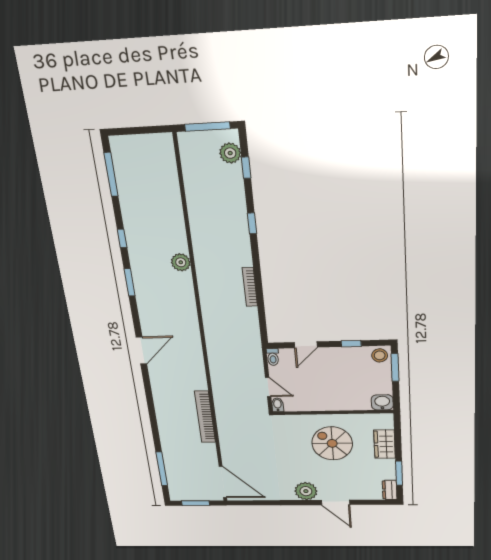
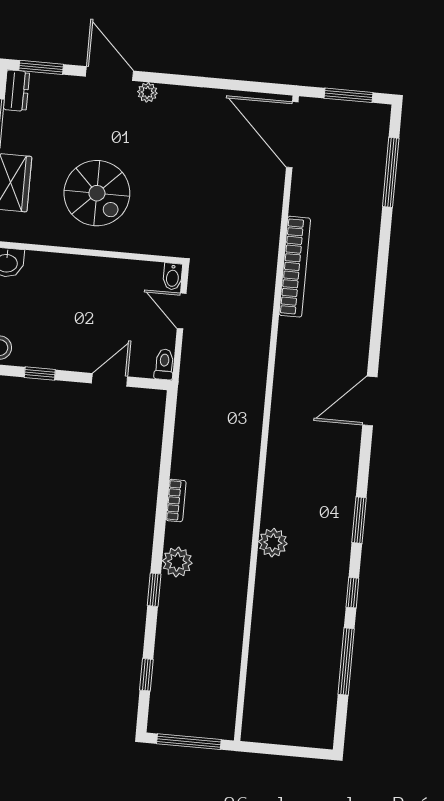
plant: (230, 153) -> (177, 562), moved
window: (111, 174) -> (346, 662), moved
bookcase: (250, 287) -> (176, 501), width x0.64
plant: (306, 491) -> (147, 92), width x0.53, depth x0.53
window: (377, 502) -> (41, 67), added

